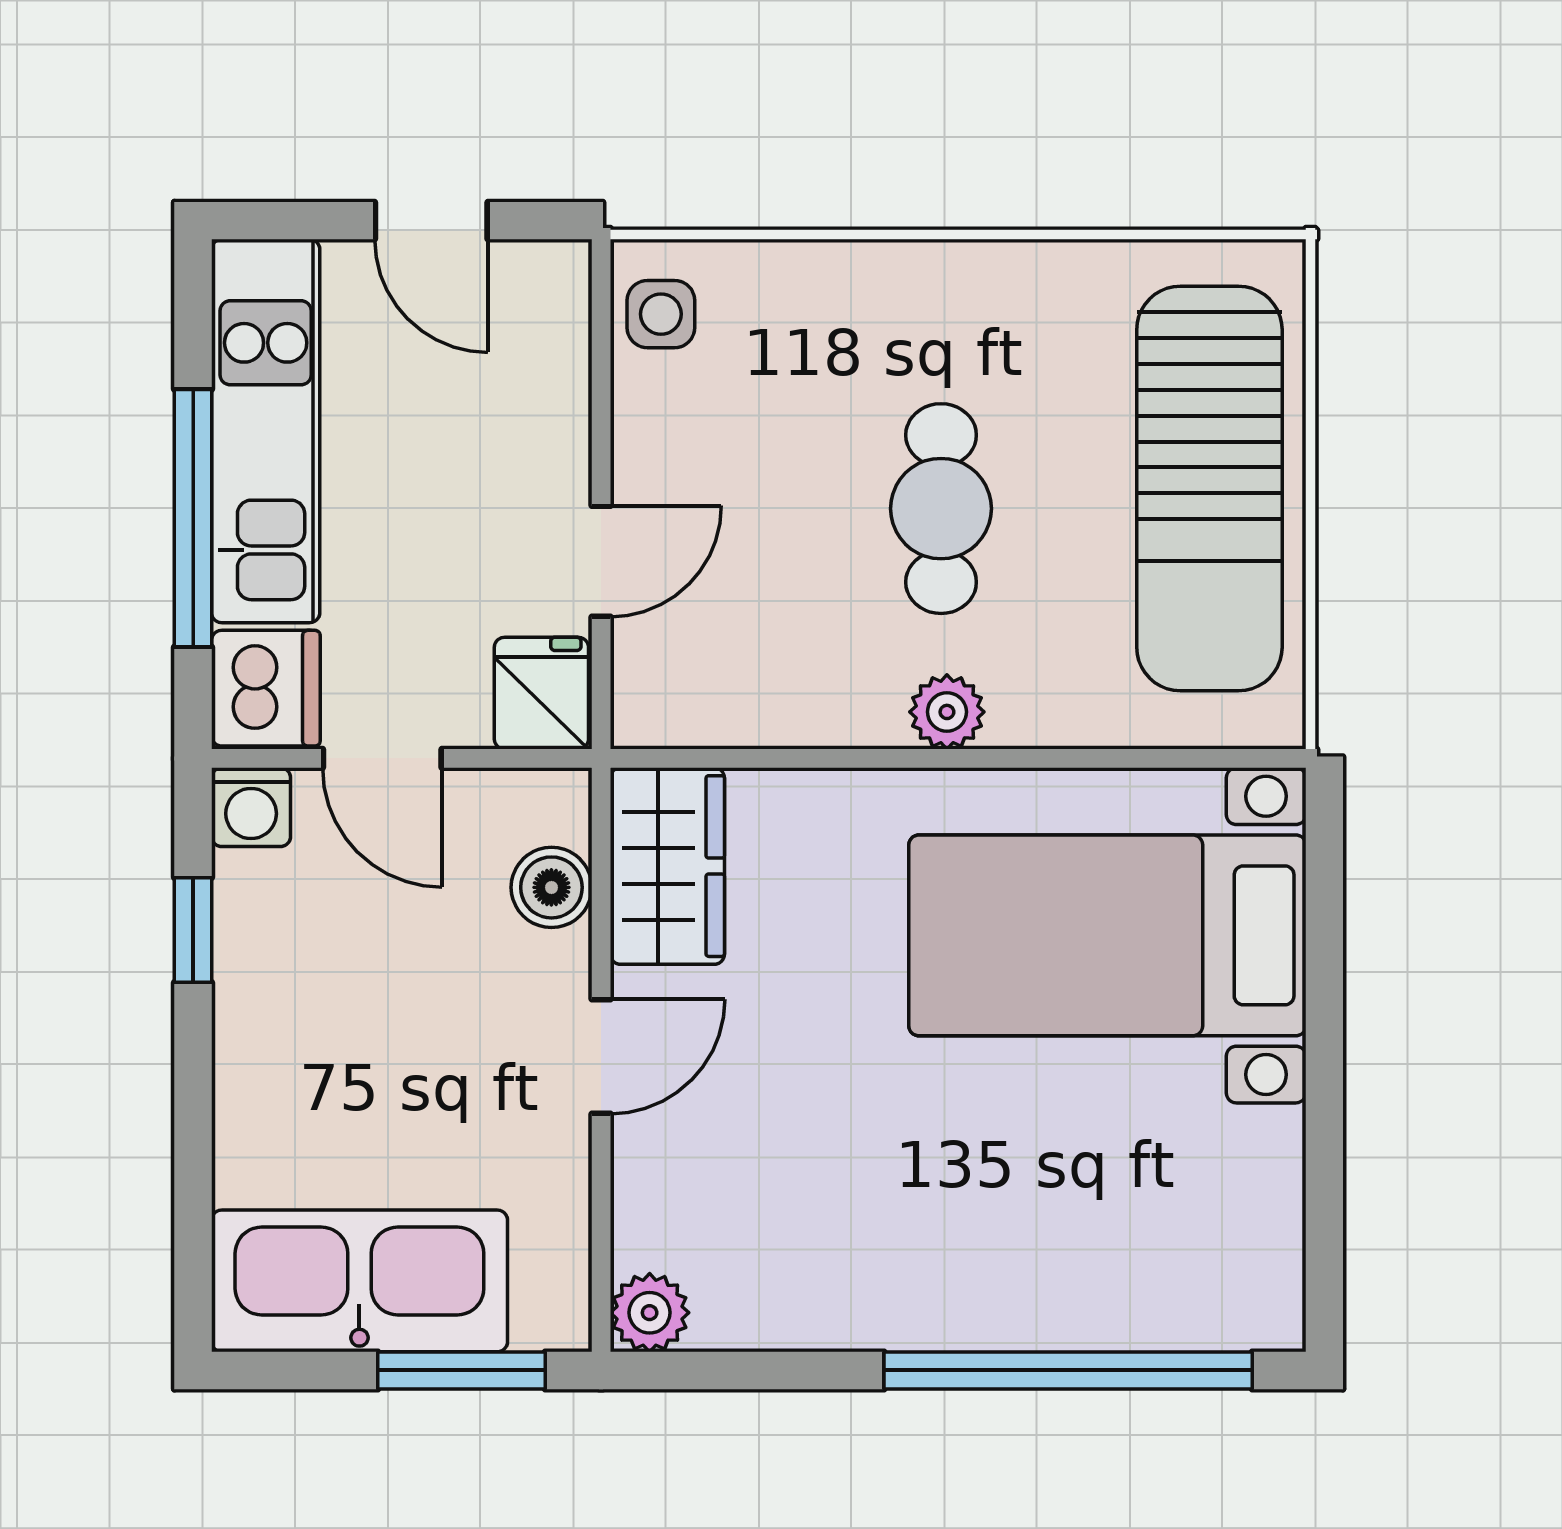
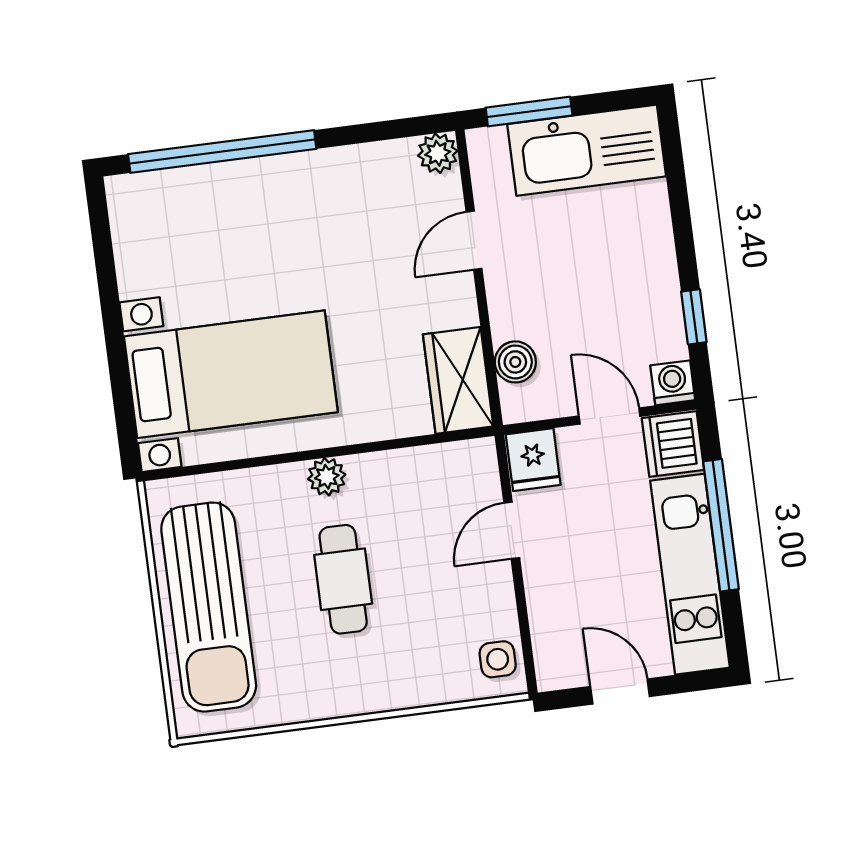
sun lounger: (1209, 488) -> (209, 607), turned 180
door: (601, 1056) -> (474, 240), moved

